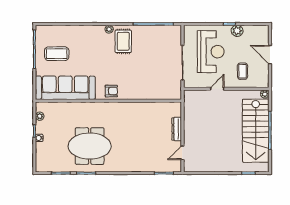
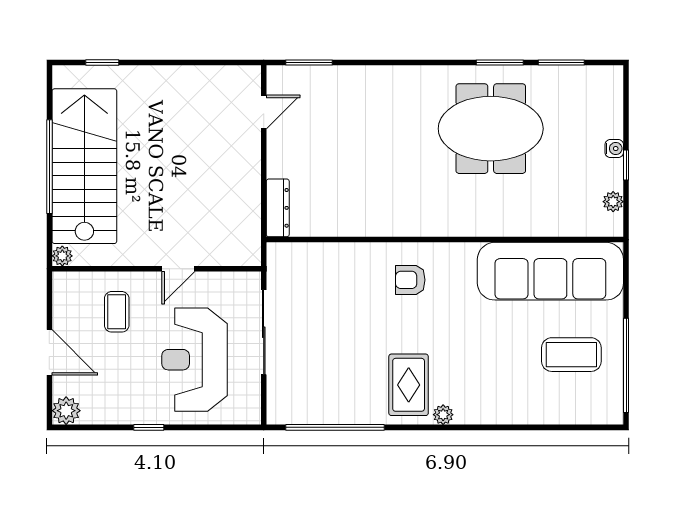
plant: (237, 31) -> (66, 411), moved
armchair: (111, 91) -> (410, 280), moved
dresser: (177, 129) -> (278, 208), moved

